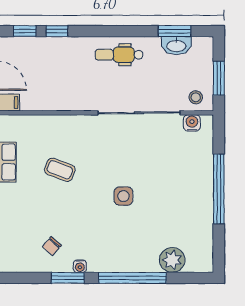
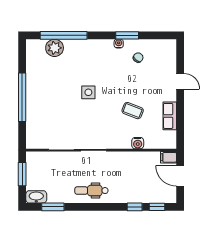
washbasin: (176, 46) -> (36, 197), moved
dental chair: (119, 55) -> (91, 191), turned 180
stool: (196, 97) -> (38, 161), removed
water cooler: (192, 123) -> (138, 143), moved
window: (132, 278) -> (64, 35), moved

